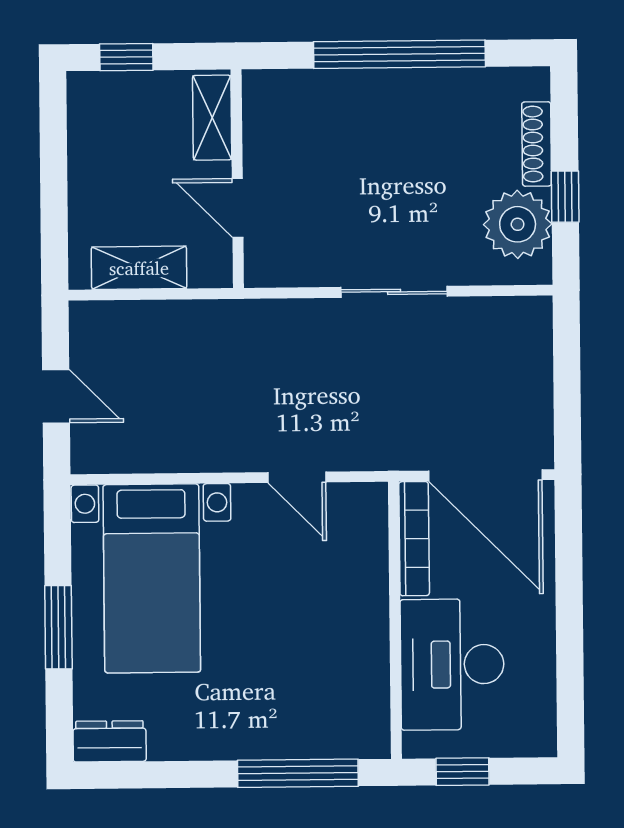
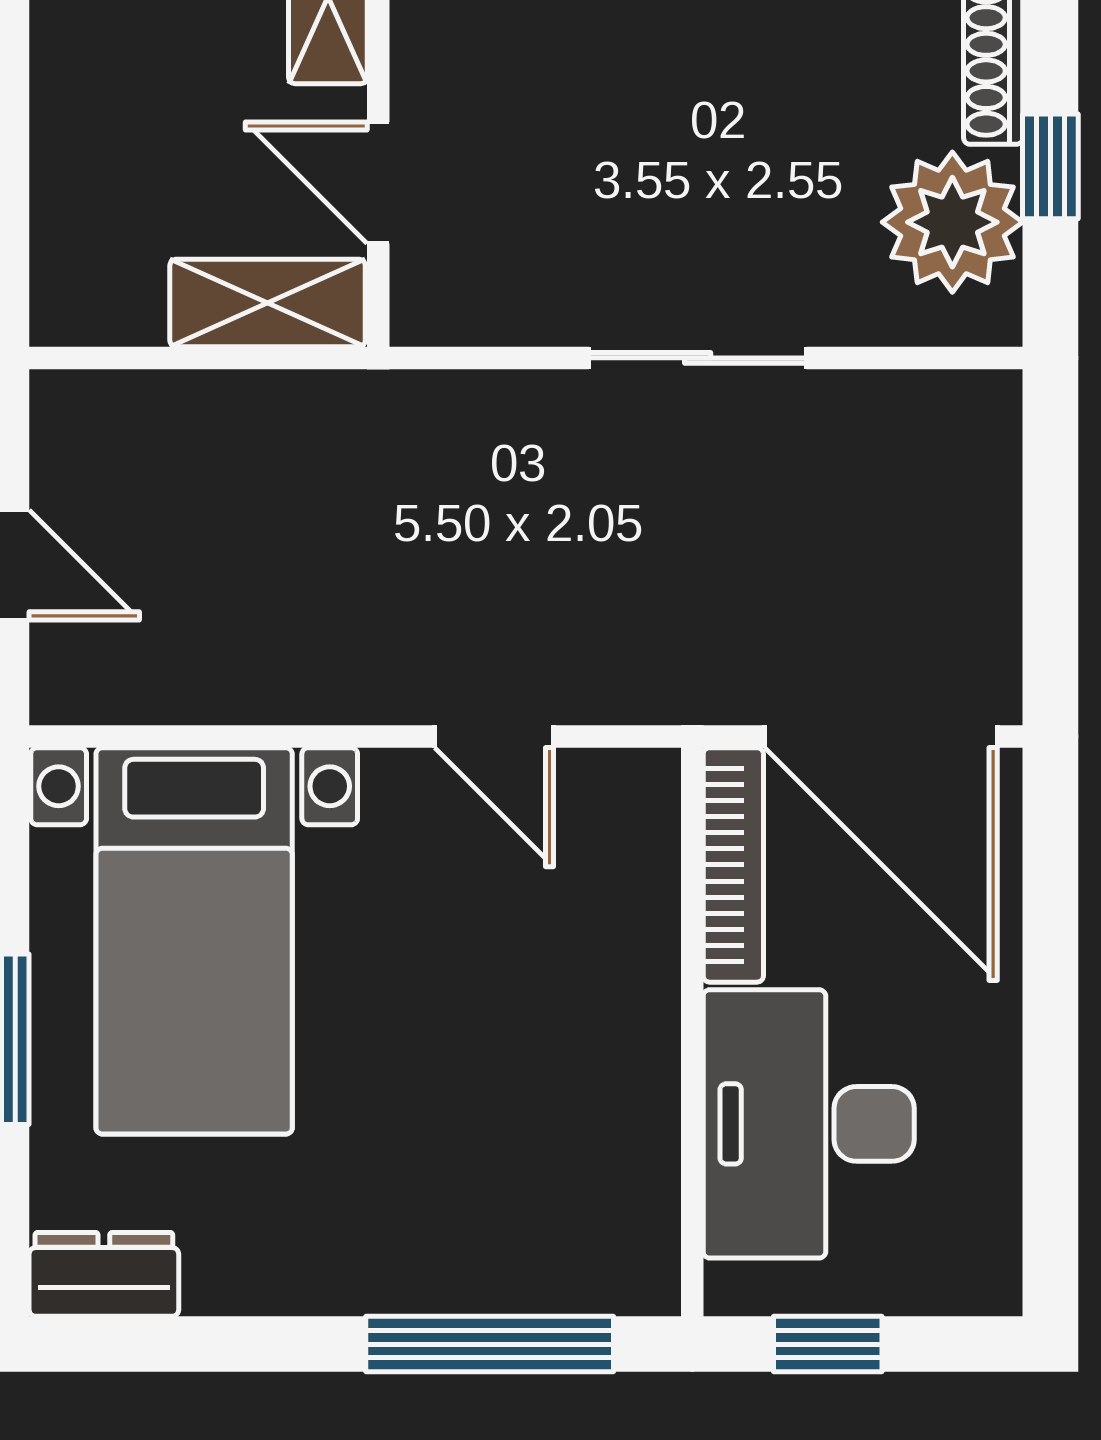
shelving: (139, 268) -> (268, 303), moved

